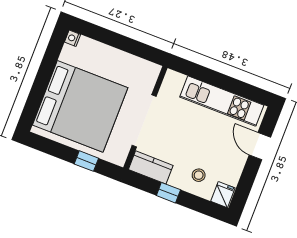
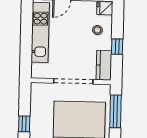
window: (112, 39) -> (24, 124), added
window: (86, 161) -> (115, 111), width x2.17

